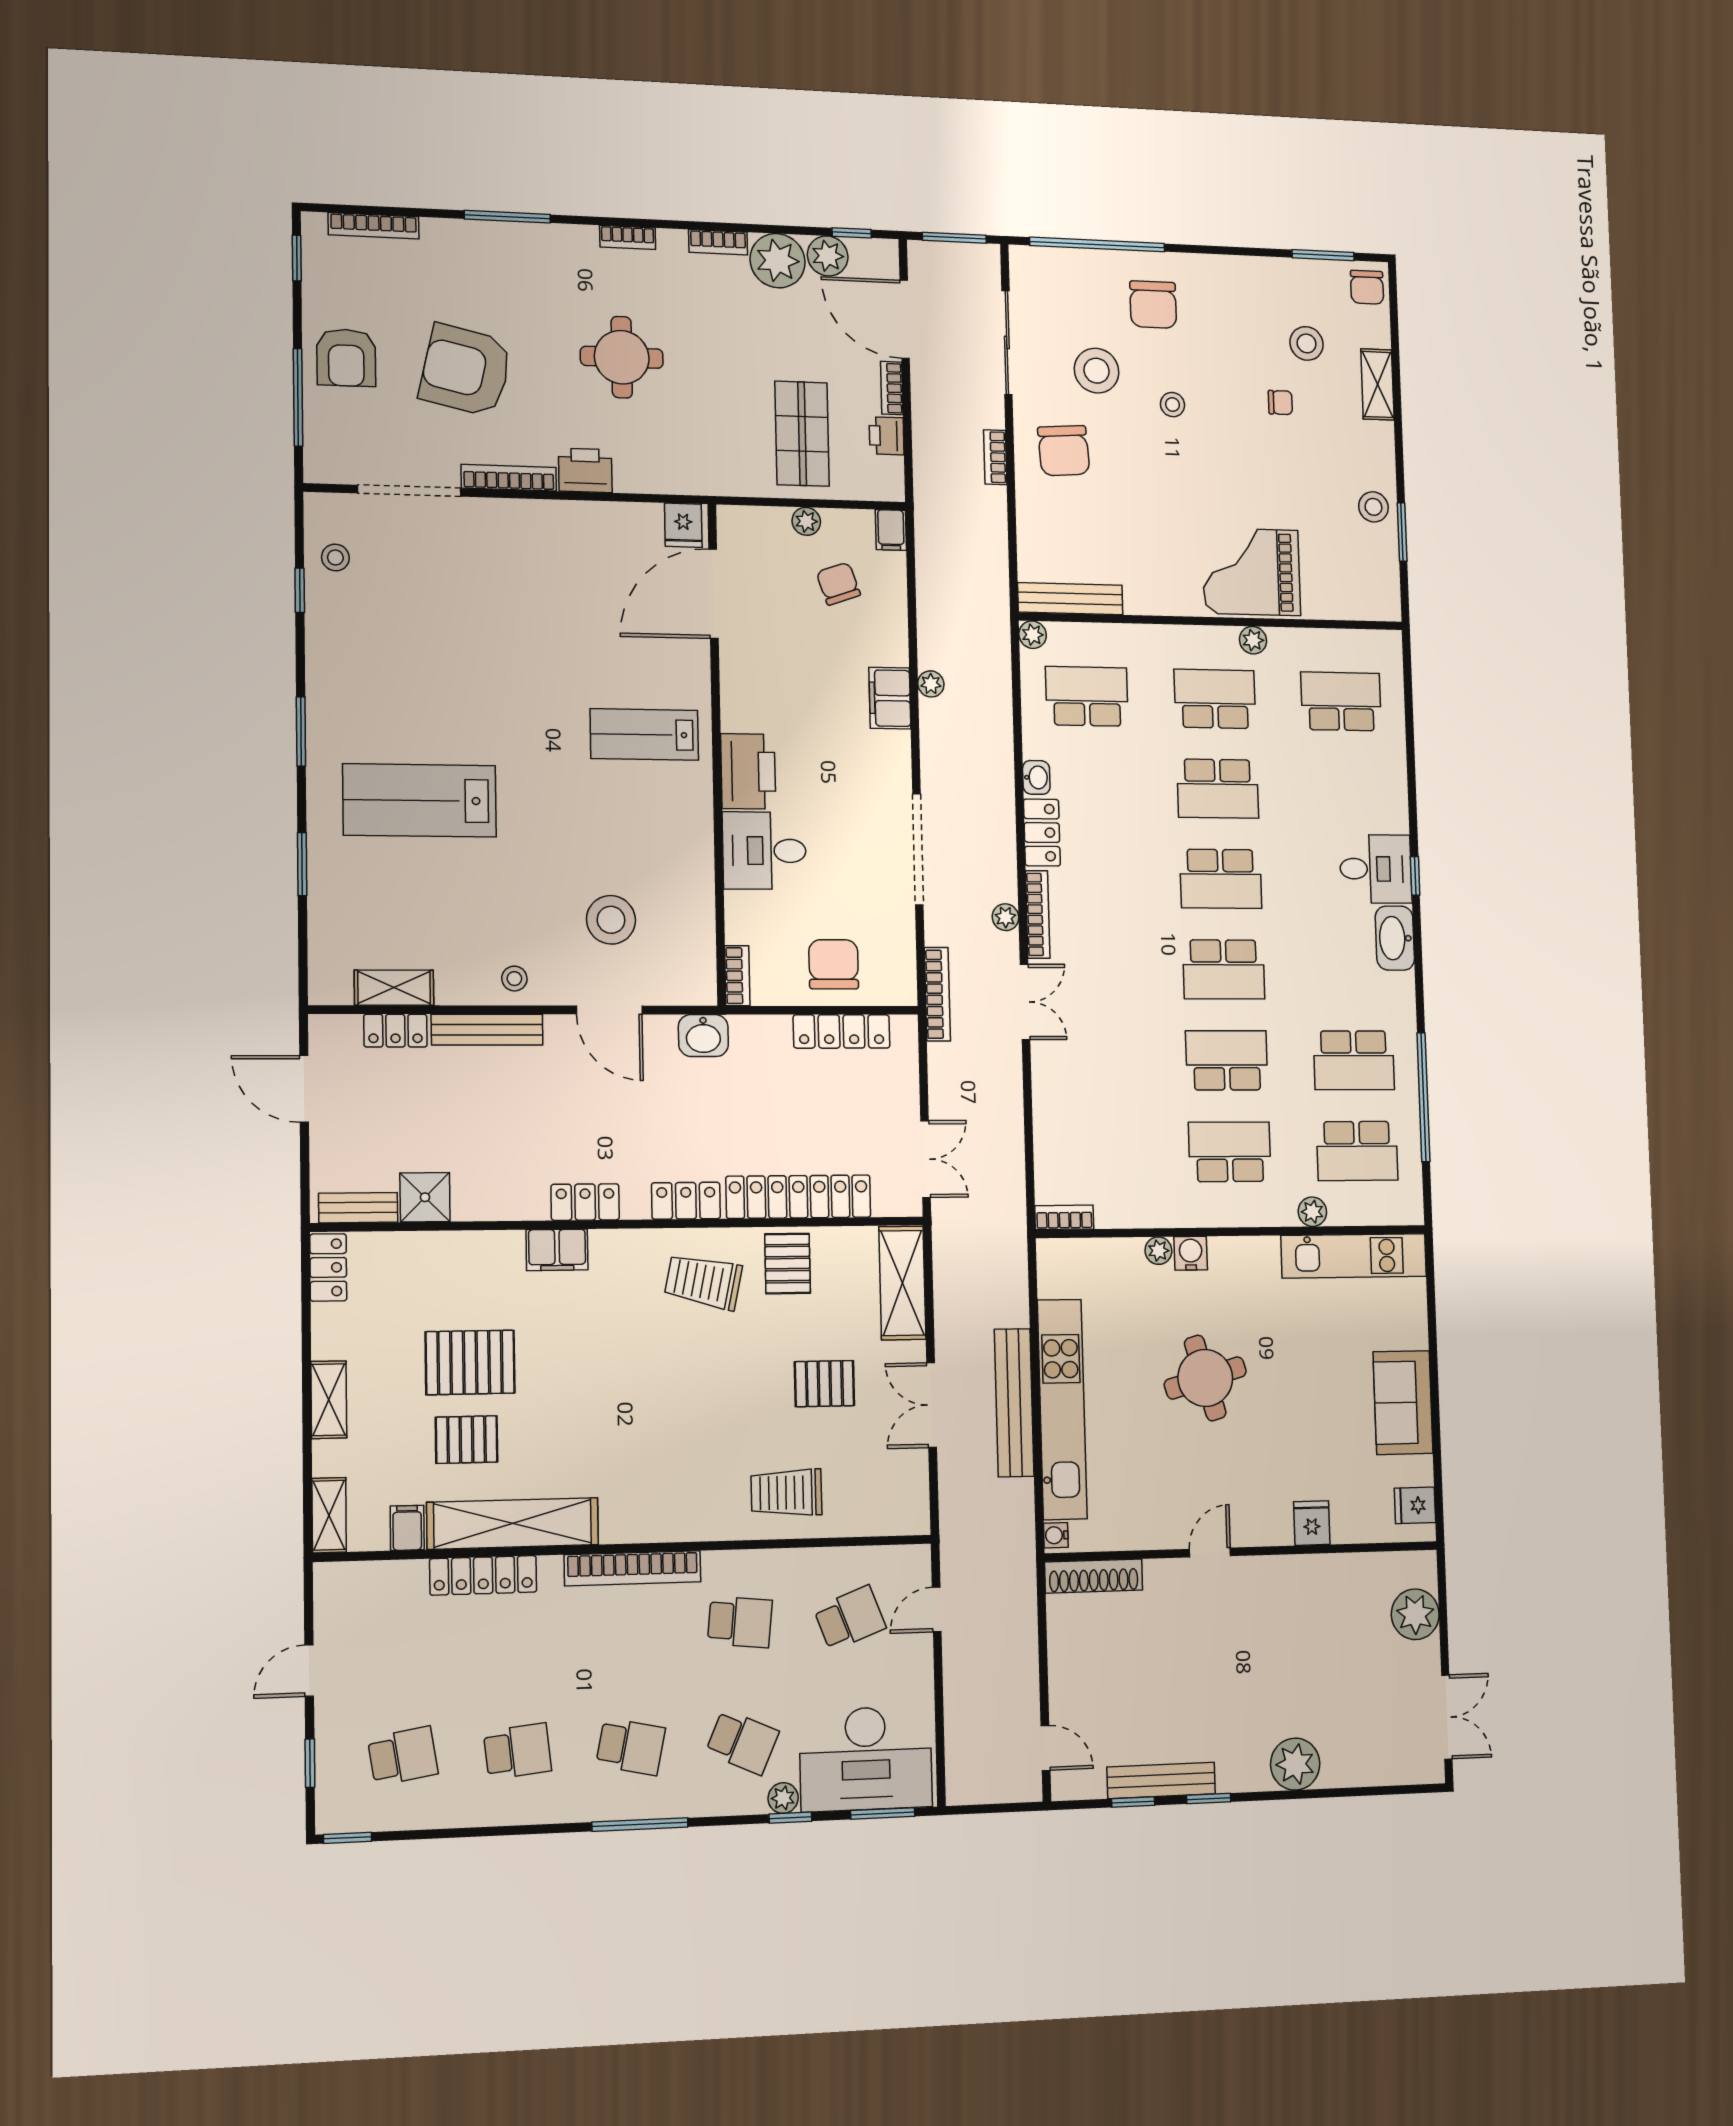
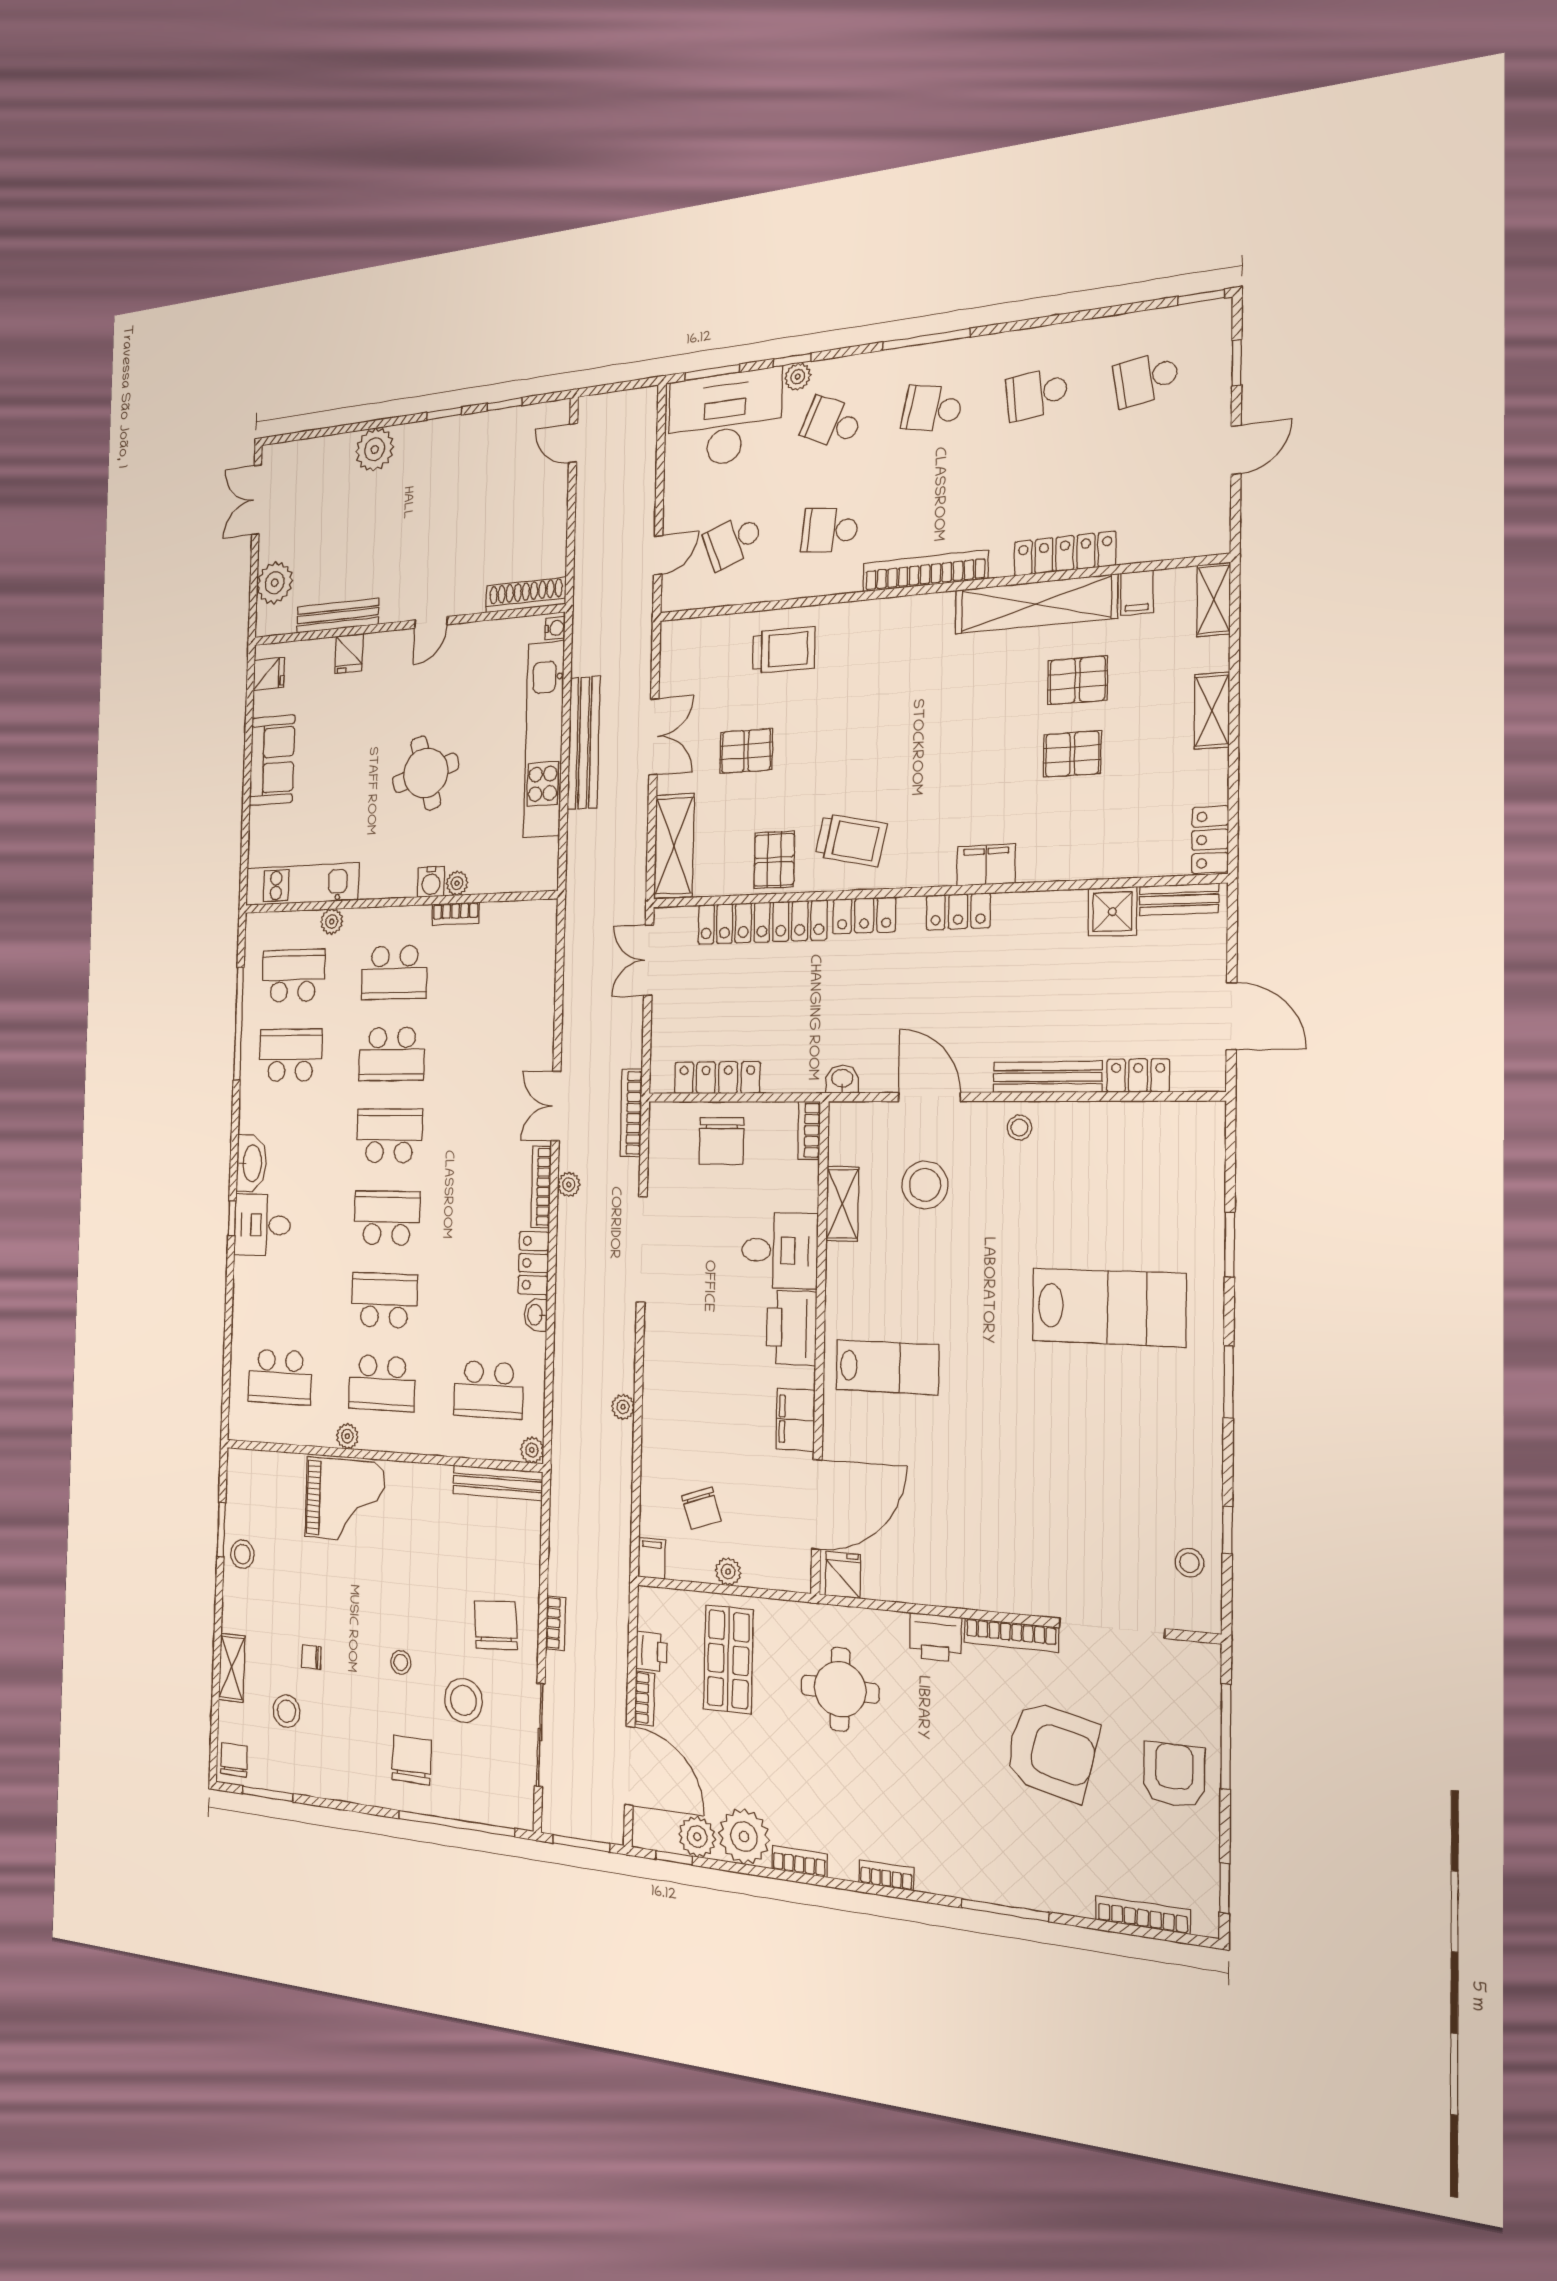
round table: (622, 357) -> (840, 1689), moved
filing cabinet: (890, 698) -> (795, 1420), moved, turned 180
shelving: (394, 988) -> (842, 1204), moved, turned 90
washbasin: (703, 1036) -> (842, 1079), width x0.72, depth x0.69
bookcase: (1064, 1217) -> (456, 914), moved
pallet: (470, 1362) -> (1072, 754), width x0.67, depth x0.71
bench: (1161, 1780) -> (338, 616), moved

